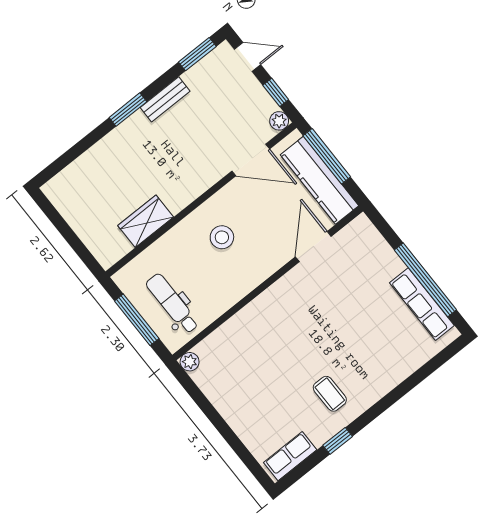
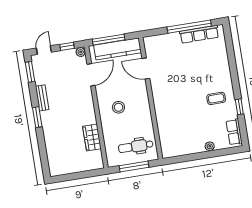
plant: (190, 362) -> (210, 146), moved

